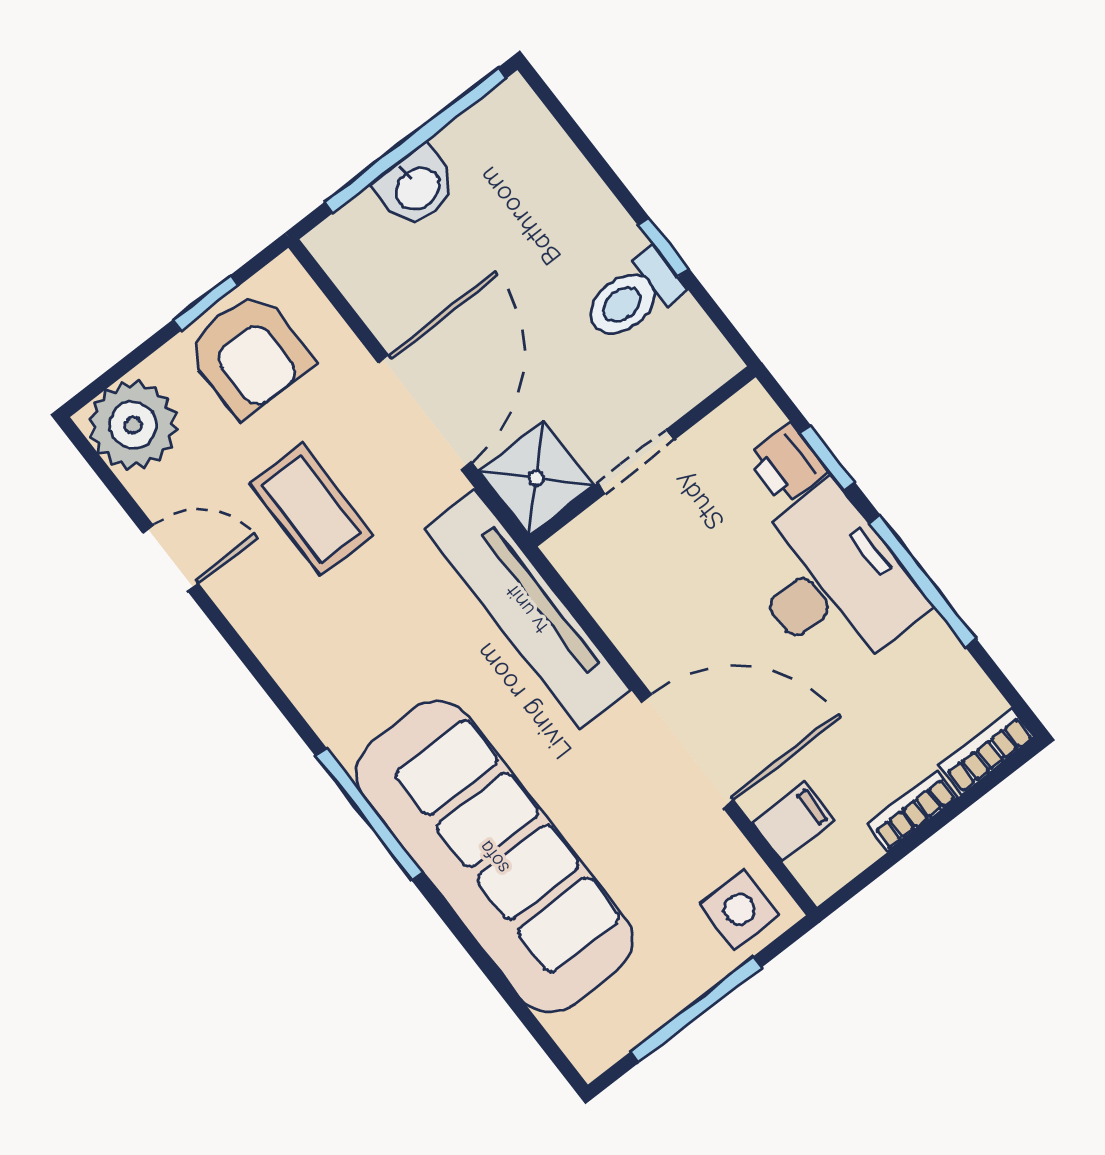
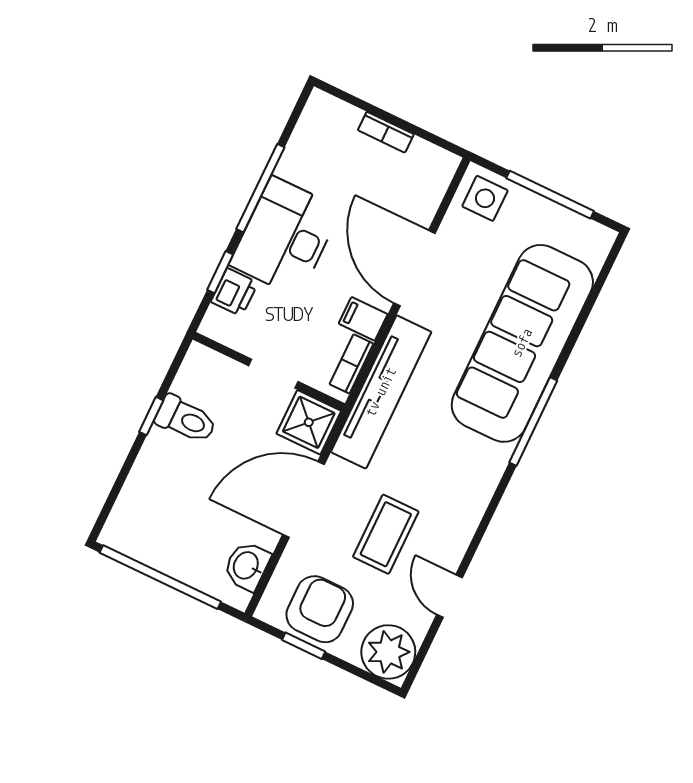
washbasin: (416, 187) -> (247, 566), moved, turned -90
bookcase: (987, 751) -> (351, 364), moved, turned 90
filing cabinet: (793, 822) -> (363, 319), moved

